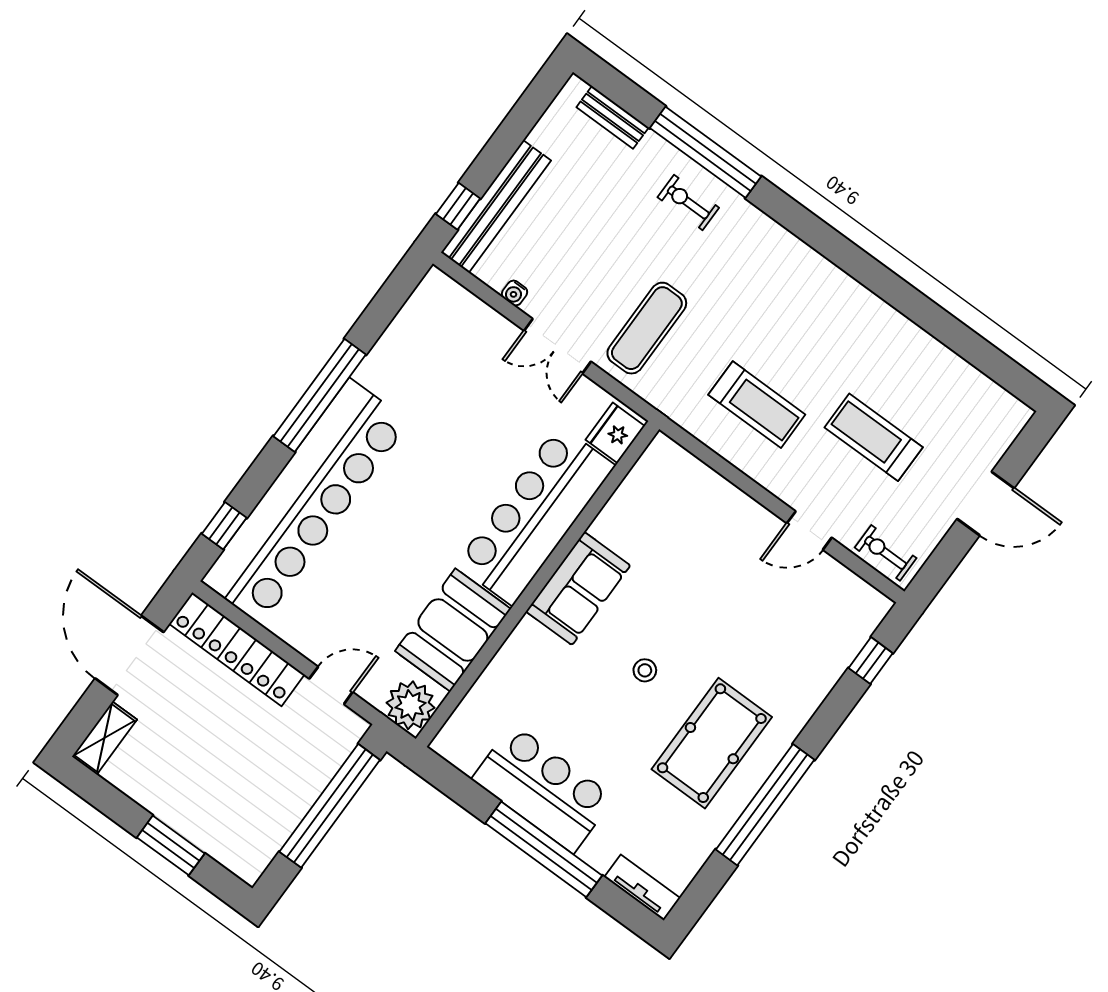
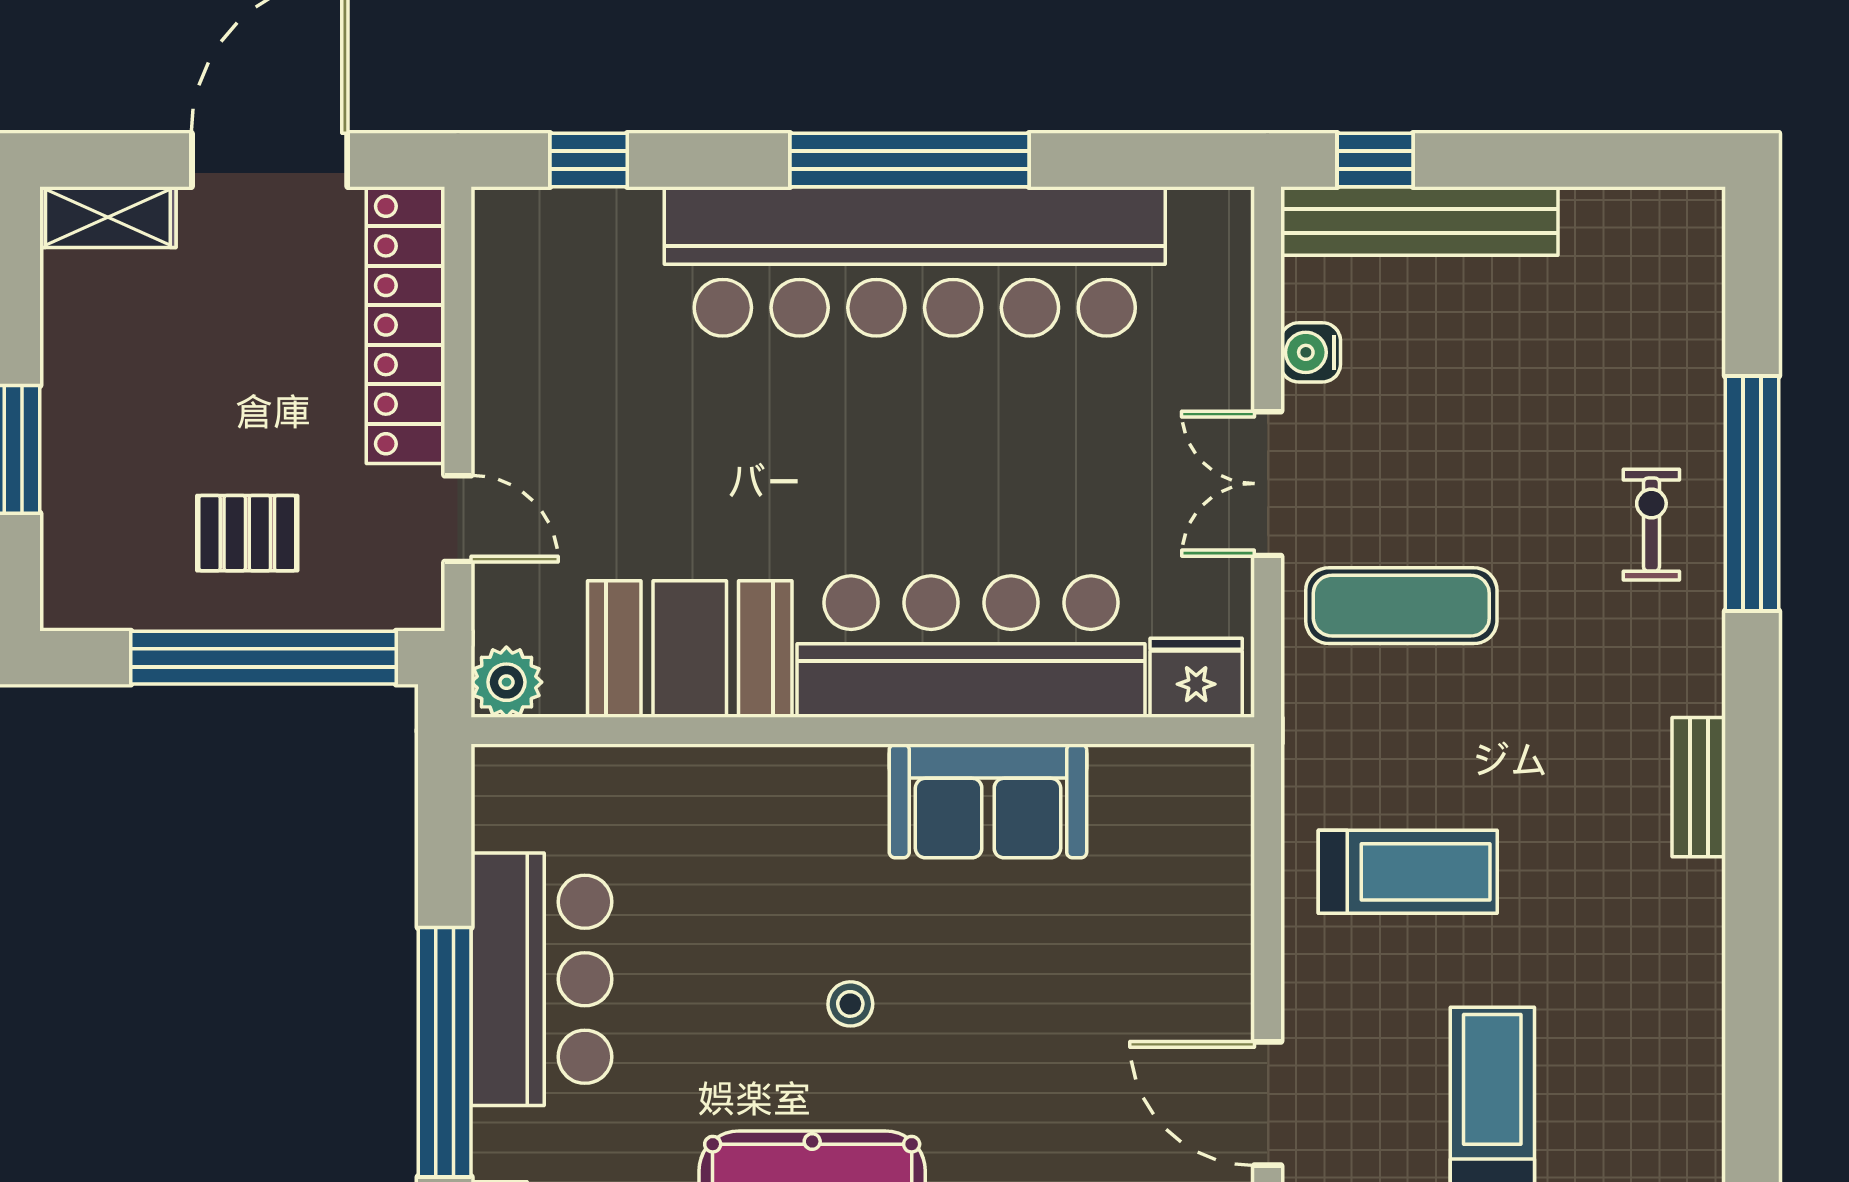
bench: (613, 117) -> (1699, 787), moved
water cooler: (515, 293) -> (1311, 352), width x1.38, depth x1.38
treadmill: (757, 405) -> (1408, 872), turned -90
bar counter: (305, 501) -> (915, 261), moved
door: (809, 530) -> (1268, 1103), width x1.38
sofa: (578, 588) -> (988, 801), moved
plant: (410, 705) -> (506, 682), width x0.73, depth x0.73
pallet: (274, 775) -> (247, 533), added

